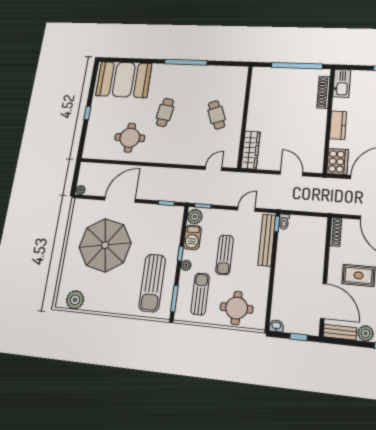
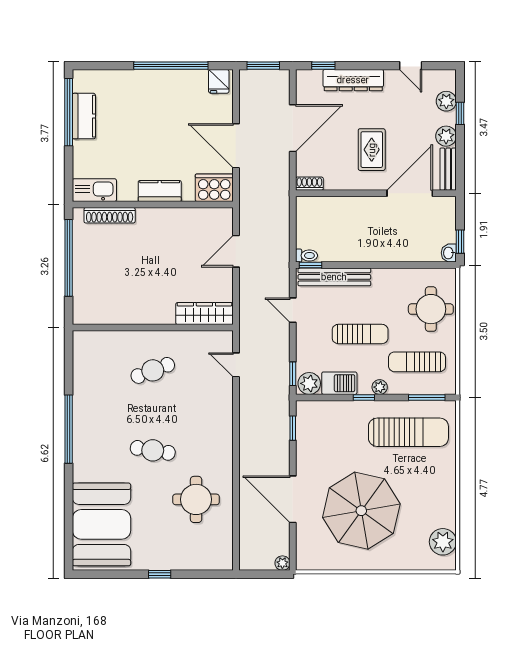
shoe rack: (336, 232) -> (309, 184), width x0.70
window: (299, 337) -> (460, 242), moved

